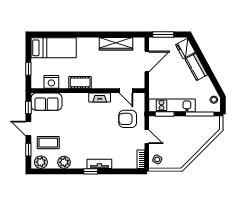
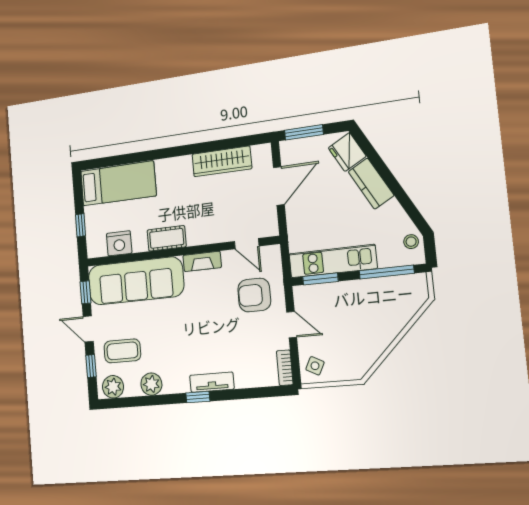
sofa: (46, 102) -> (136, 281), width x1.85, depth x1.27

